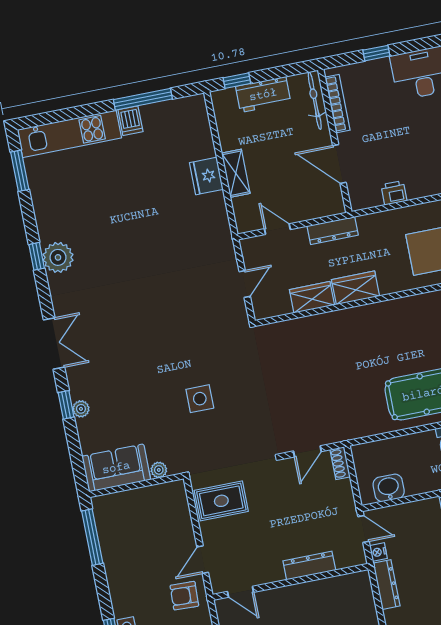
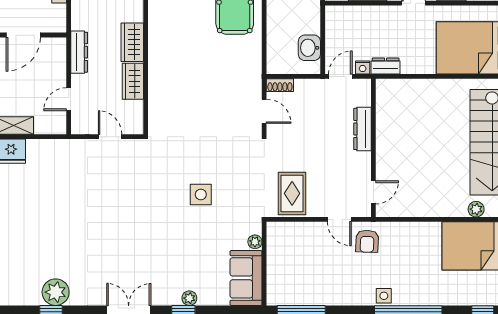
dresser: (386, 585) -> (386, 66), width x0.70

